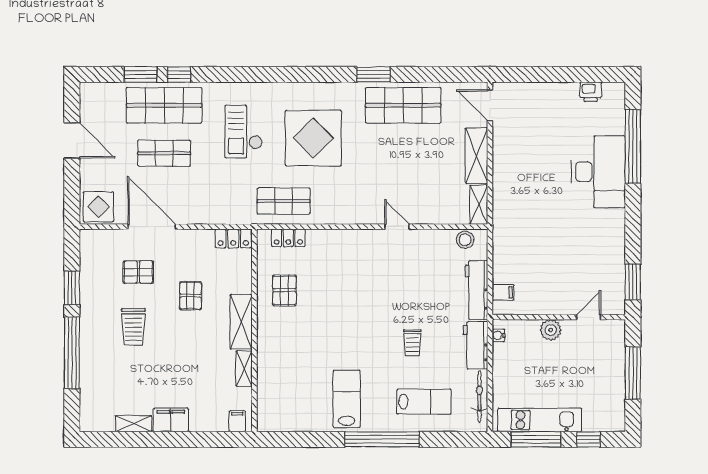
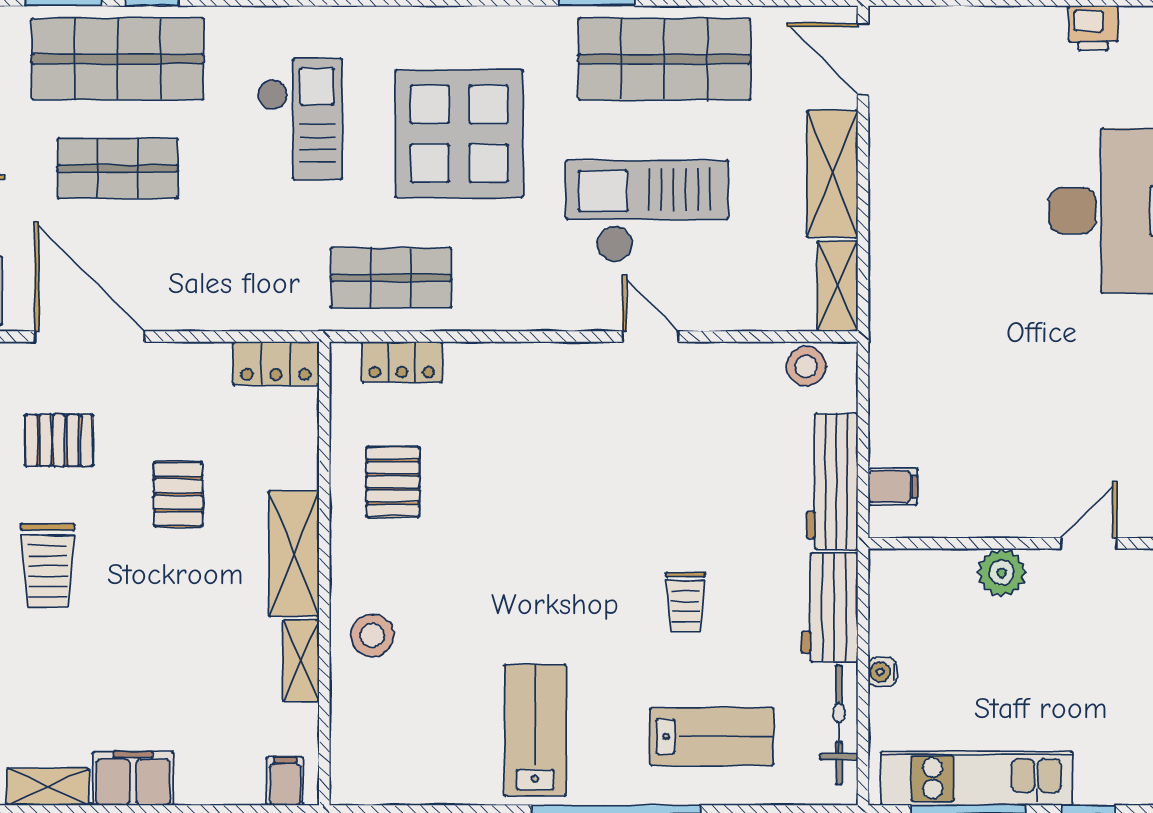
checkout: (244, 132) -> (300, 119), turned 180
checkout: (396, 172) -> (647, 211), added
water cooler: (499, 335) -> (882, 672), moved
stool: (275, 357) -> (372, 635), added

